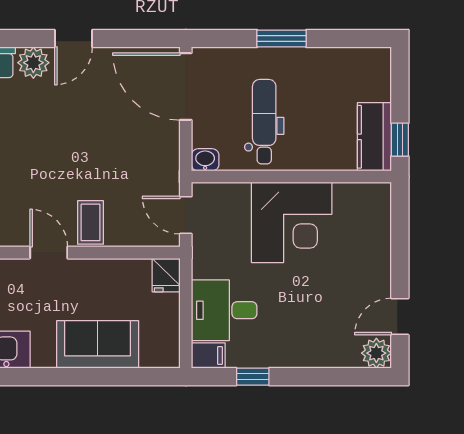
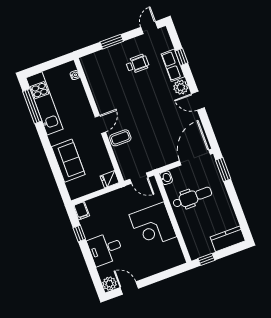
window: (282, 39) -> (223, 169), moved
kitchen counter: (374, 137) -> (228, 239), moved
door: (186, 215) -> (139, 178), swing flipped
desk: (224, 310) -> (105, 249), moved, turned -90

